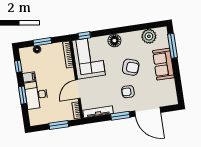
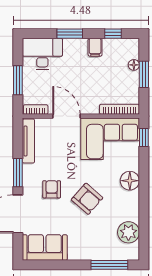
sofa: (163, 64) -> (45, 248), moved
armchair: (131, 67) -> (87, 199), turned -68
desk: (36, 95) -> (42, 54), moved

